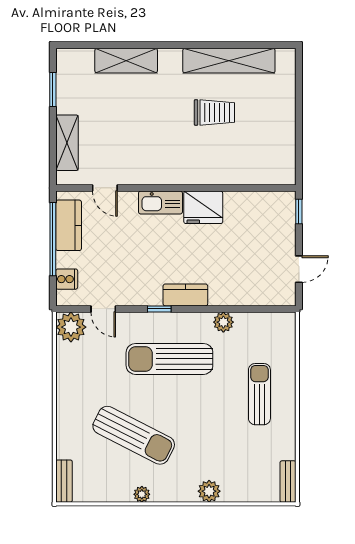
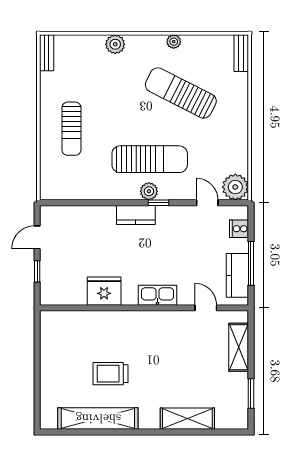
fridge: (203, 207) -> (104, 291), moved
window: (299, 212) -> (37, 271), moved
window: (53, 239) -> (251, 263), width x0.68
plant: (223, 322) -> (149, 191), moved

